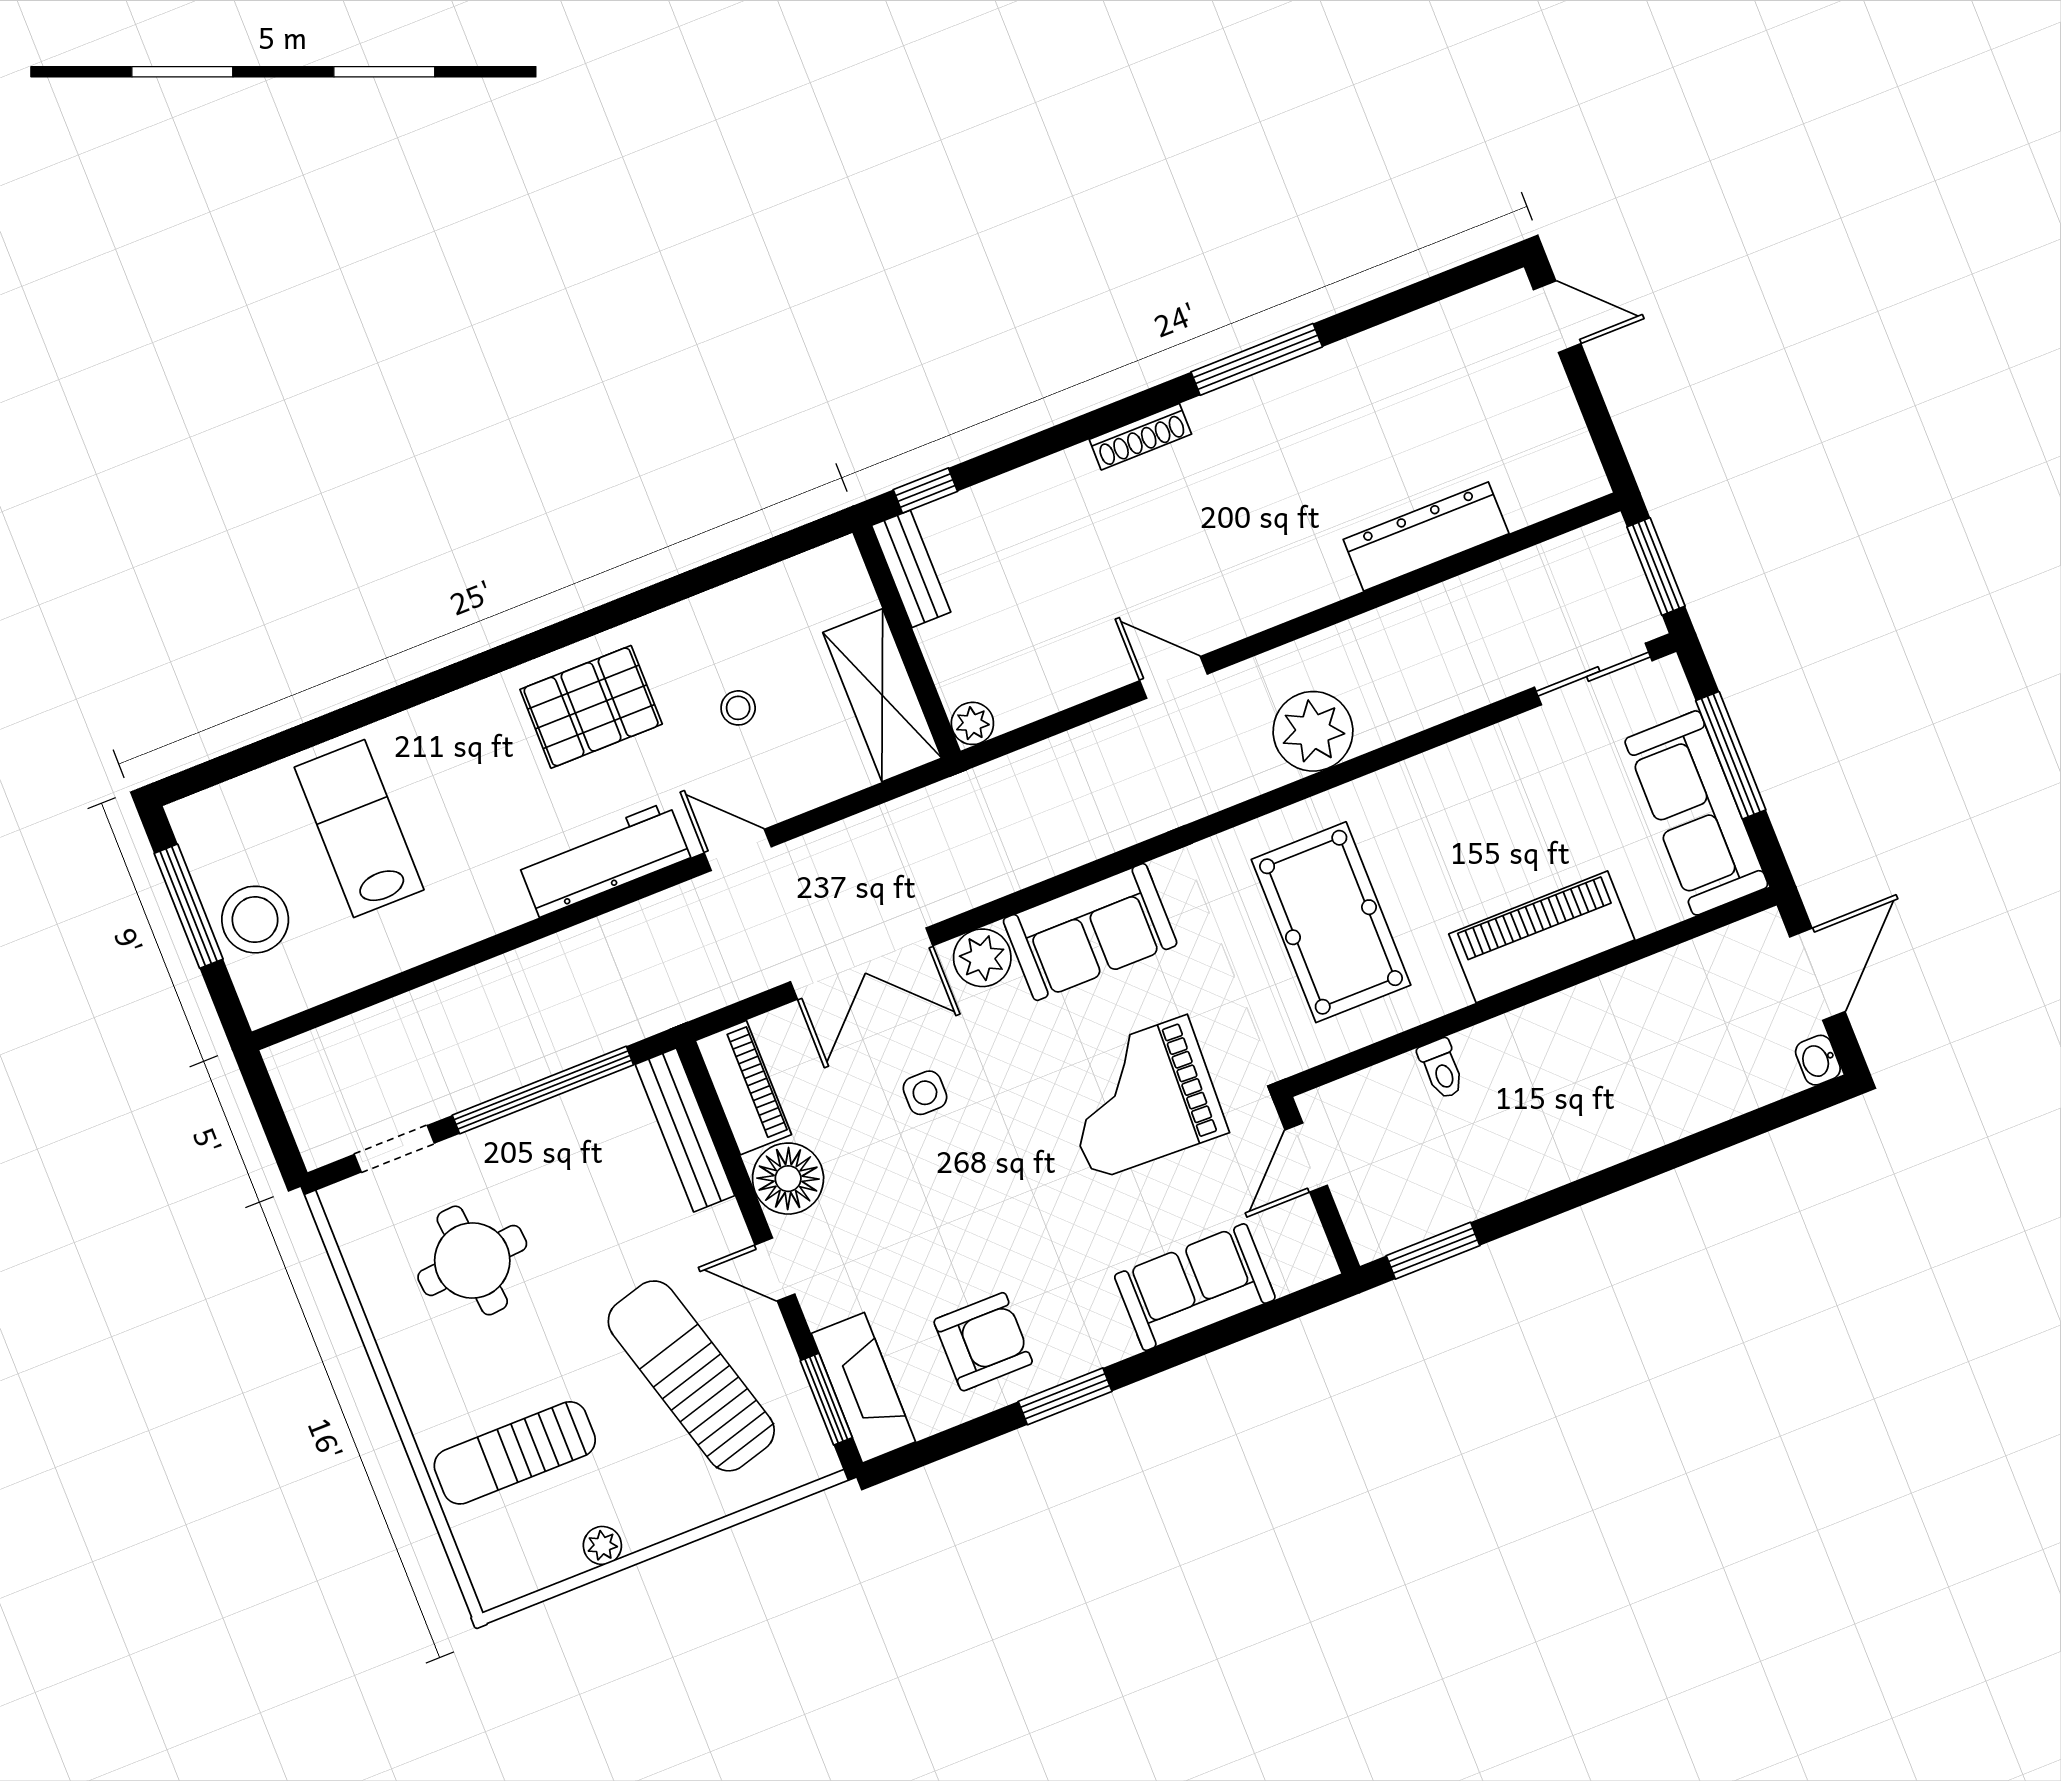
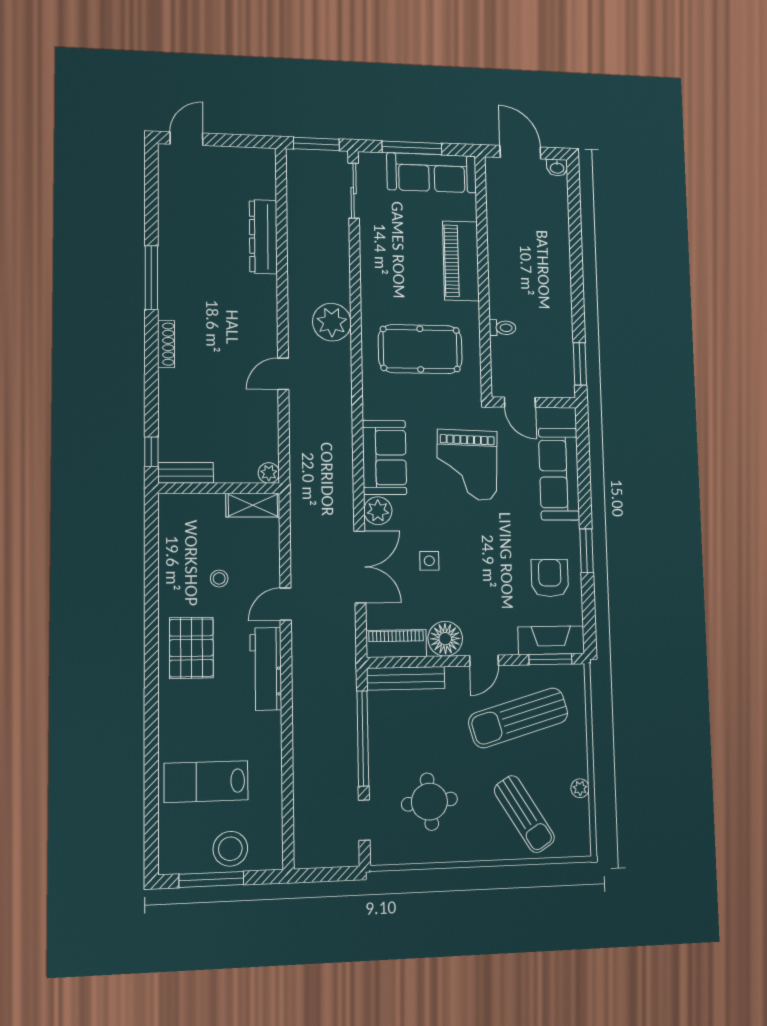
shelving: (882, 695) -> (253, 505), width x0.67, depth x0.75
sofa: (1195, 1287) -> (559, 474), width x1.36
sun lounger: (515, 1453) -> (524, 814), turned -32

